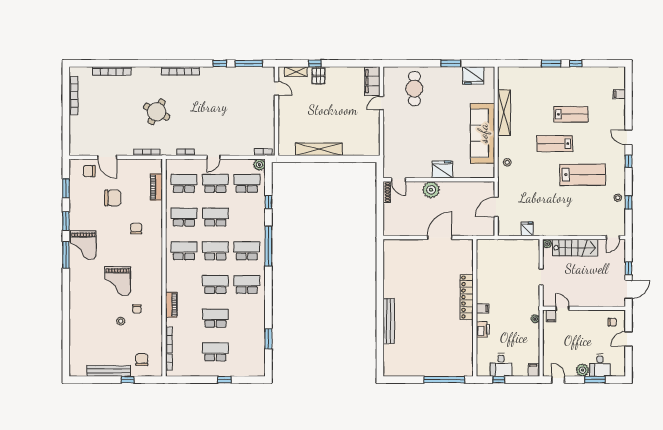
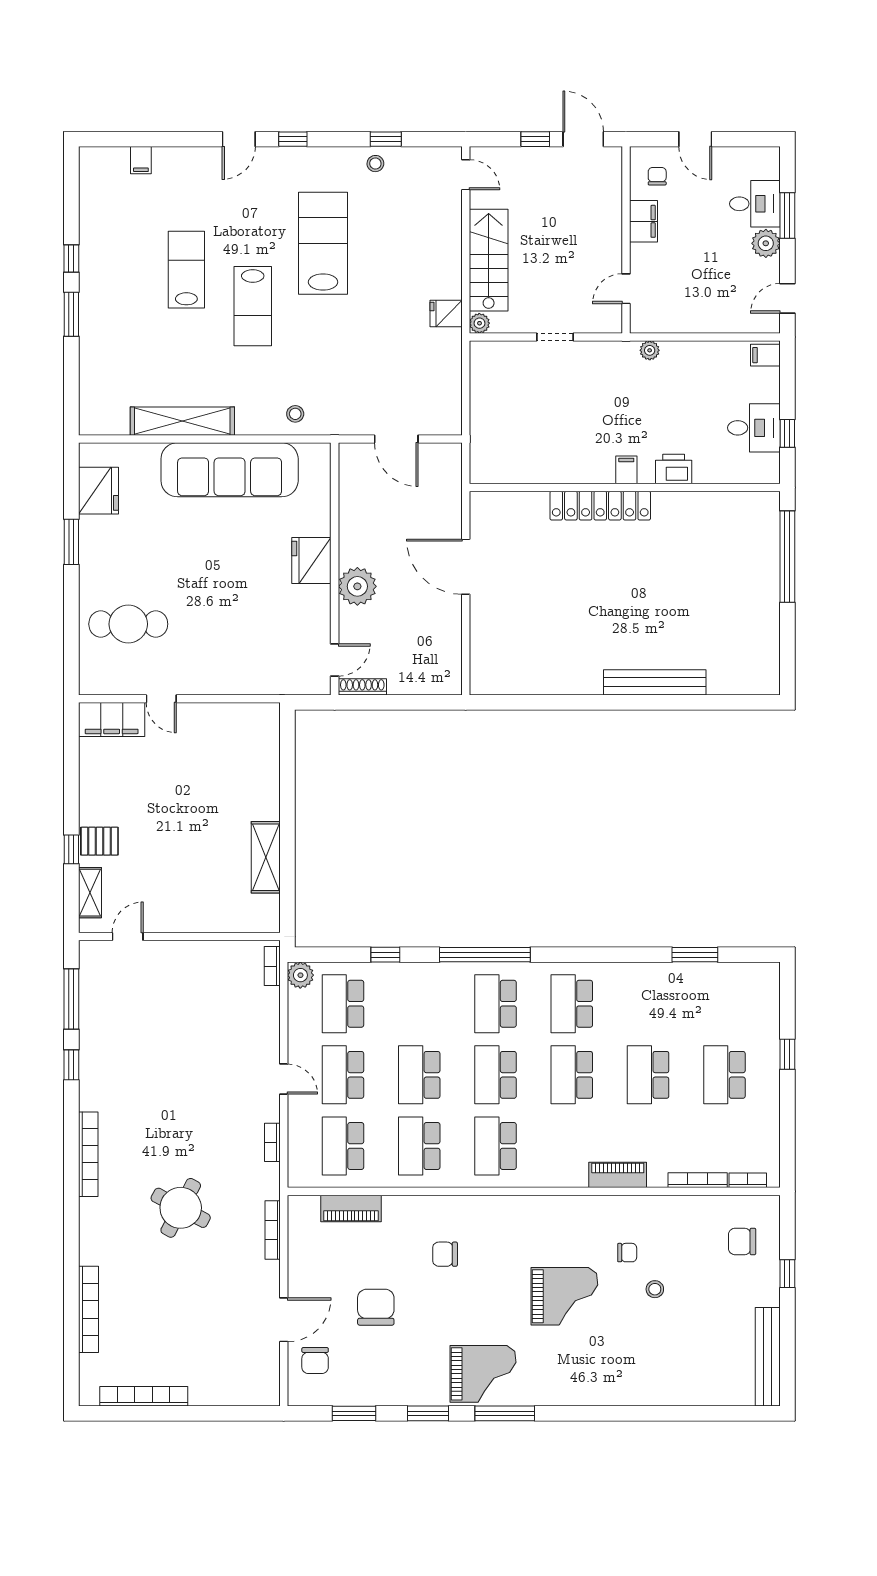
shelving: (319, 149) -> (266, 857), width x0.68
fridge: (527, 229) -> (446, 313), moved
filing cabinet: (551, 316) -> (643, 221), moved, width x2.00
bench: (109, 371) -> (768, 1357), moved

